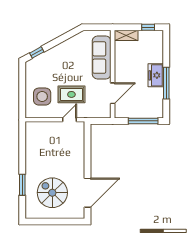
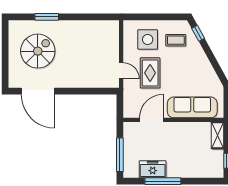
coffee table: (43, 72) -> (176, 40), added
freezer: (156, 75) -> (153, 169), moved
door: (113, 93) -> (152, 120), swing flipped

